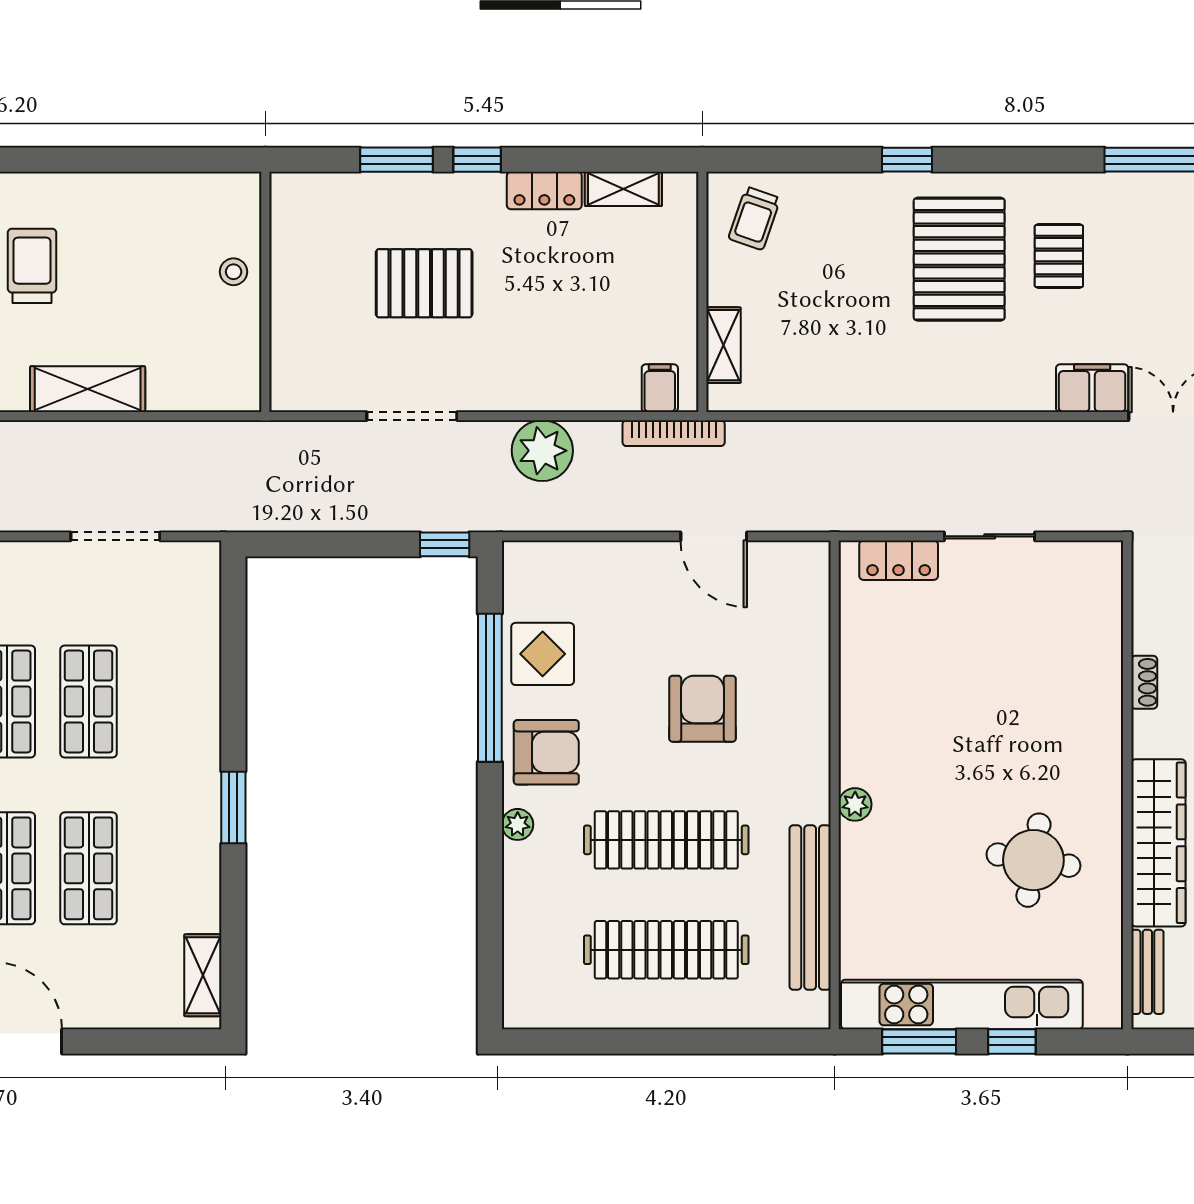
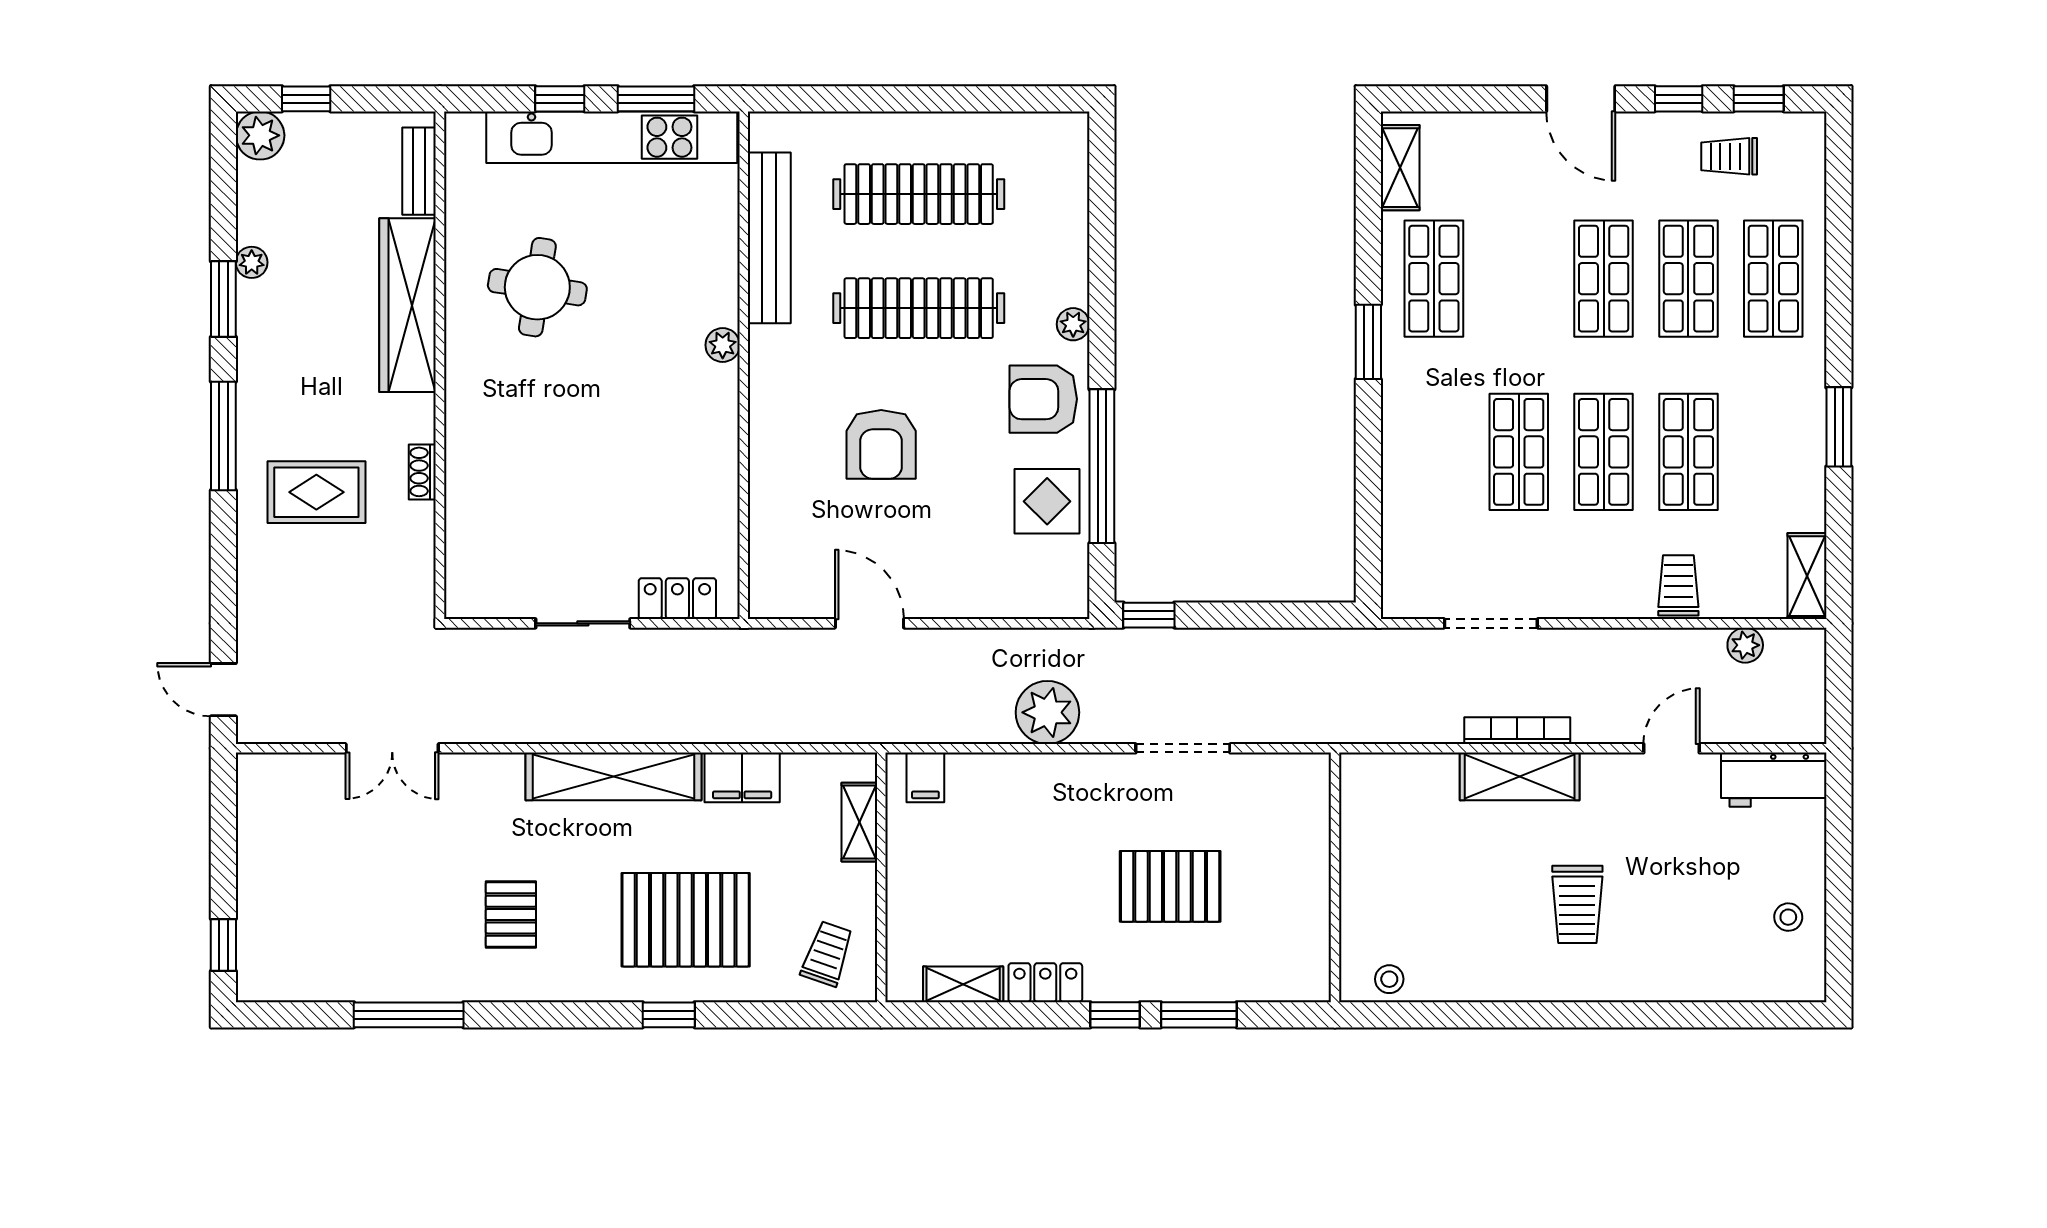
pallet: (959, 259) -> (686, 920), moved, turned 90
stool: (234, 272) -> (1389, 979), moved
filing cabinet: (1092, 388) -> (742, 777), moved
shelving: (960, 389) -> (614, 776), added
bookcase: (674, 433) -> (1517, 731), moved
shop shelf: (89, 868) -> (1434, 279), moved

